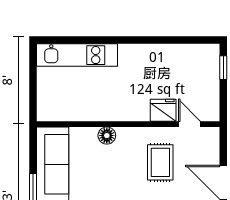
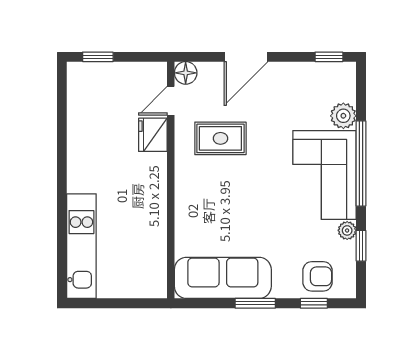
floor lamp: (107, 136) -> (186, 73), moved

